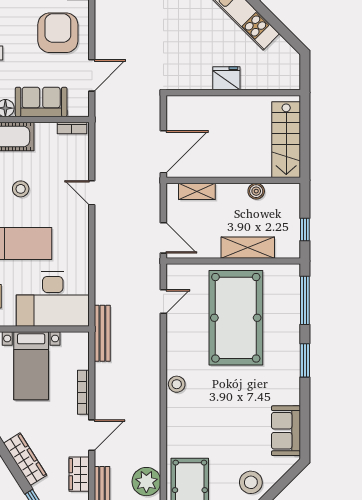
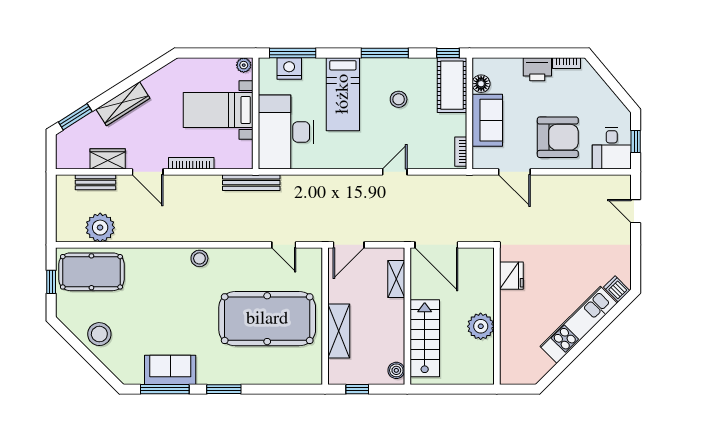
fridge: (226, 78) -> (511, 276), moved
plant: (243, 108) -> (481, 326), added
stairs: (286, 140) -> (425, 338), moved, turned 90
boiler: (256, 191) -> (396, 370), moved
window: (305, 300) -> (165, 389), moved
sofa: (286, 431) -> (170, 370), moved

